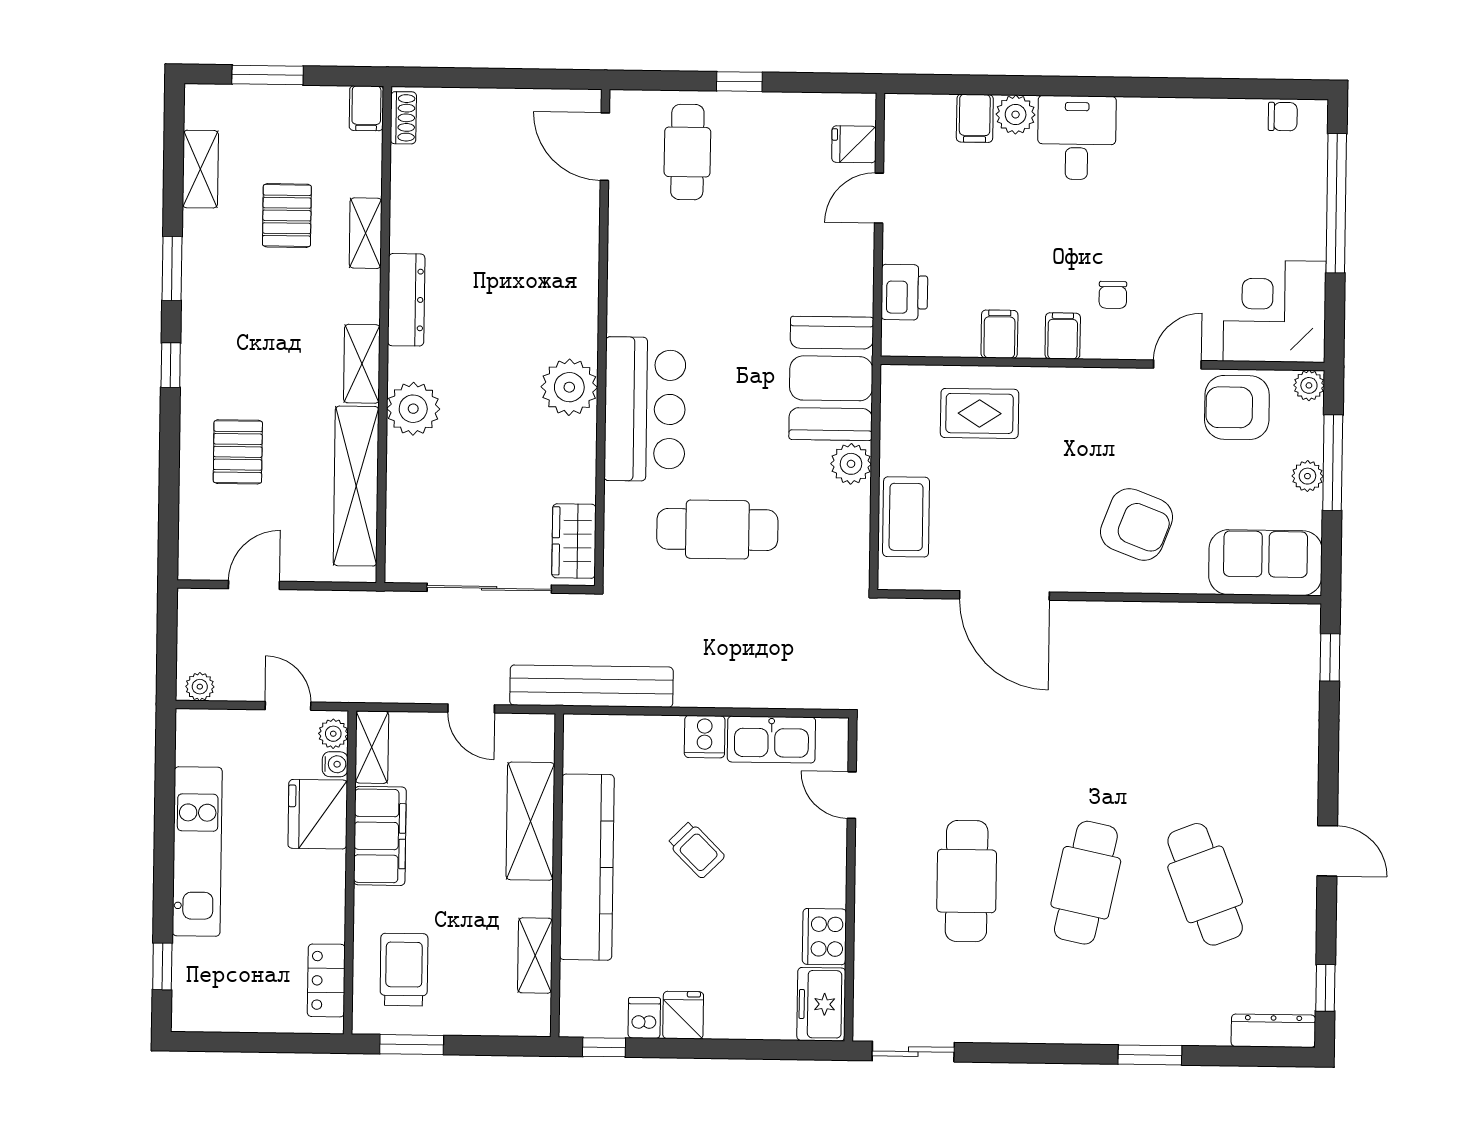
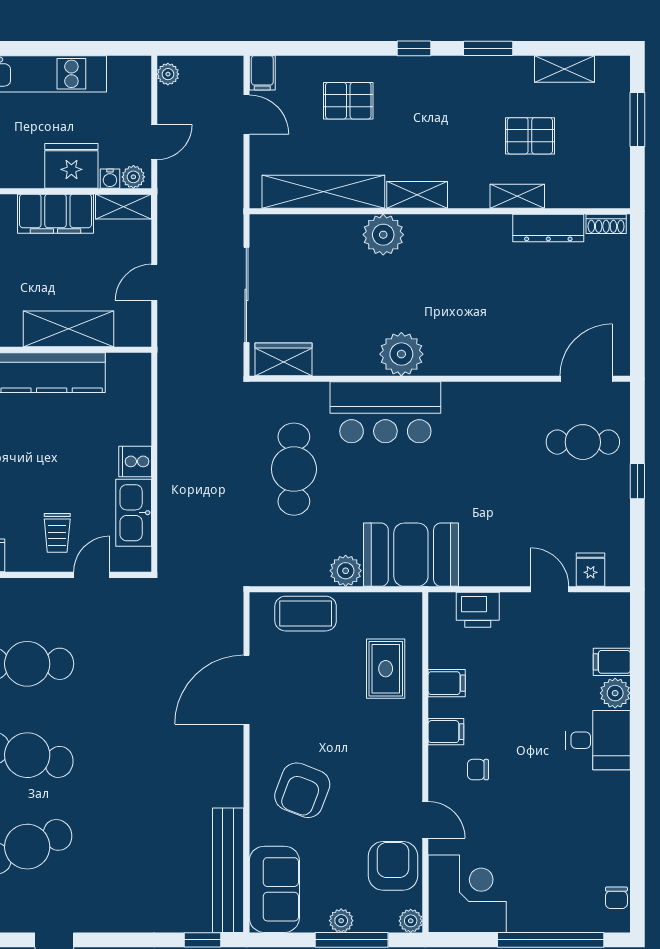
filing cabinet: (366, 108) -> (262, 73), moved, turned -90
dresser: (406, 300) -> (548, 228), moved
bench: (591, 686) -> (228, 870), moved
trolley: (696, 850) -> (57, 533), moved, turned -45

